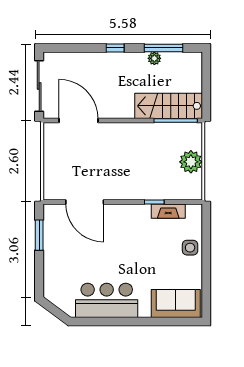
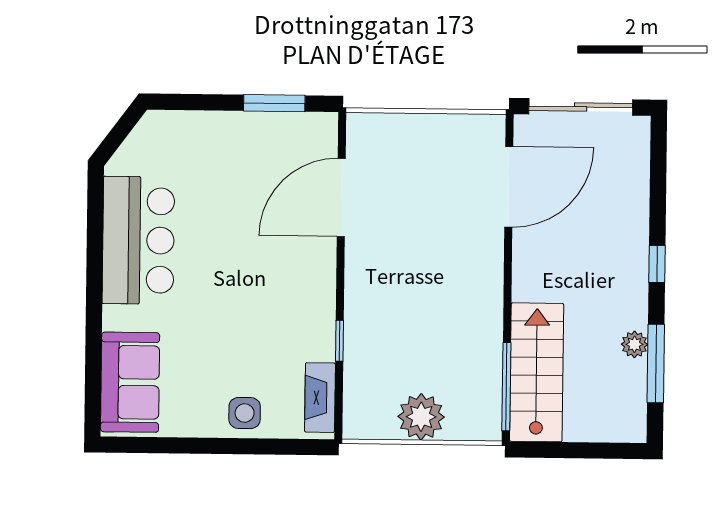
fireplace: (168, 211) -> (320, 398), moved

